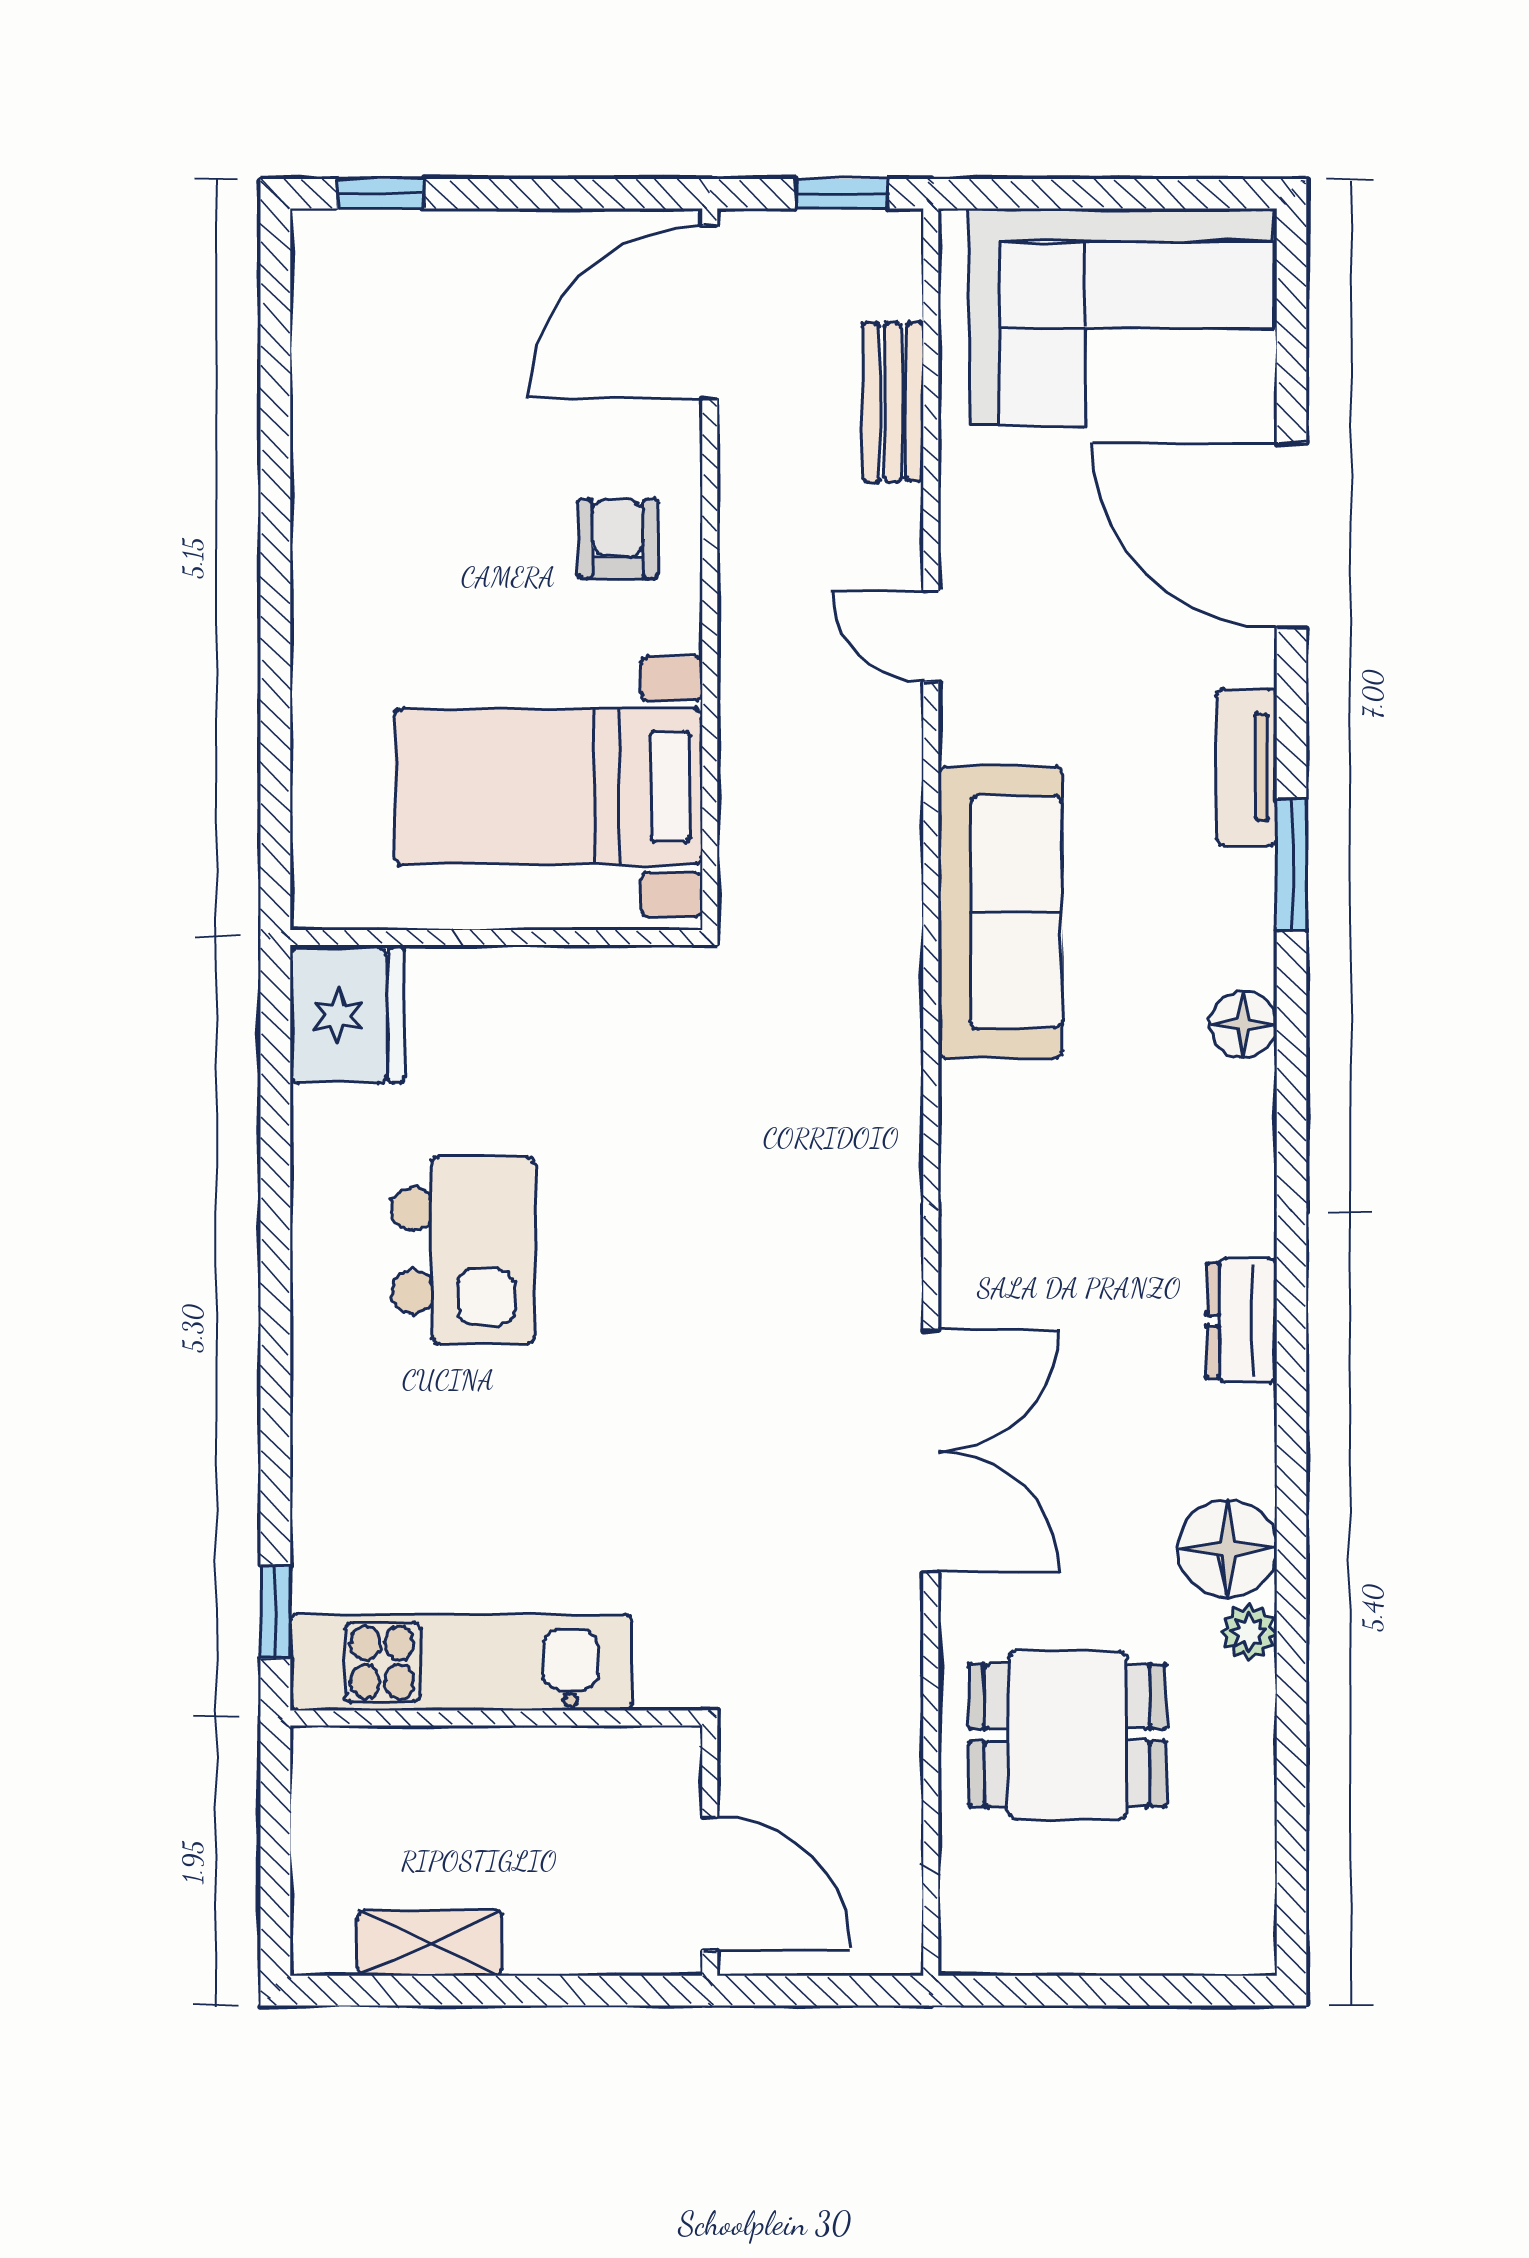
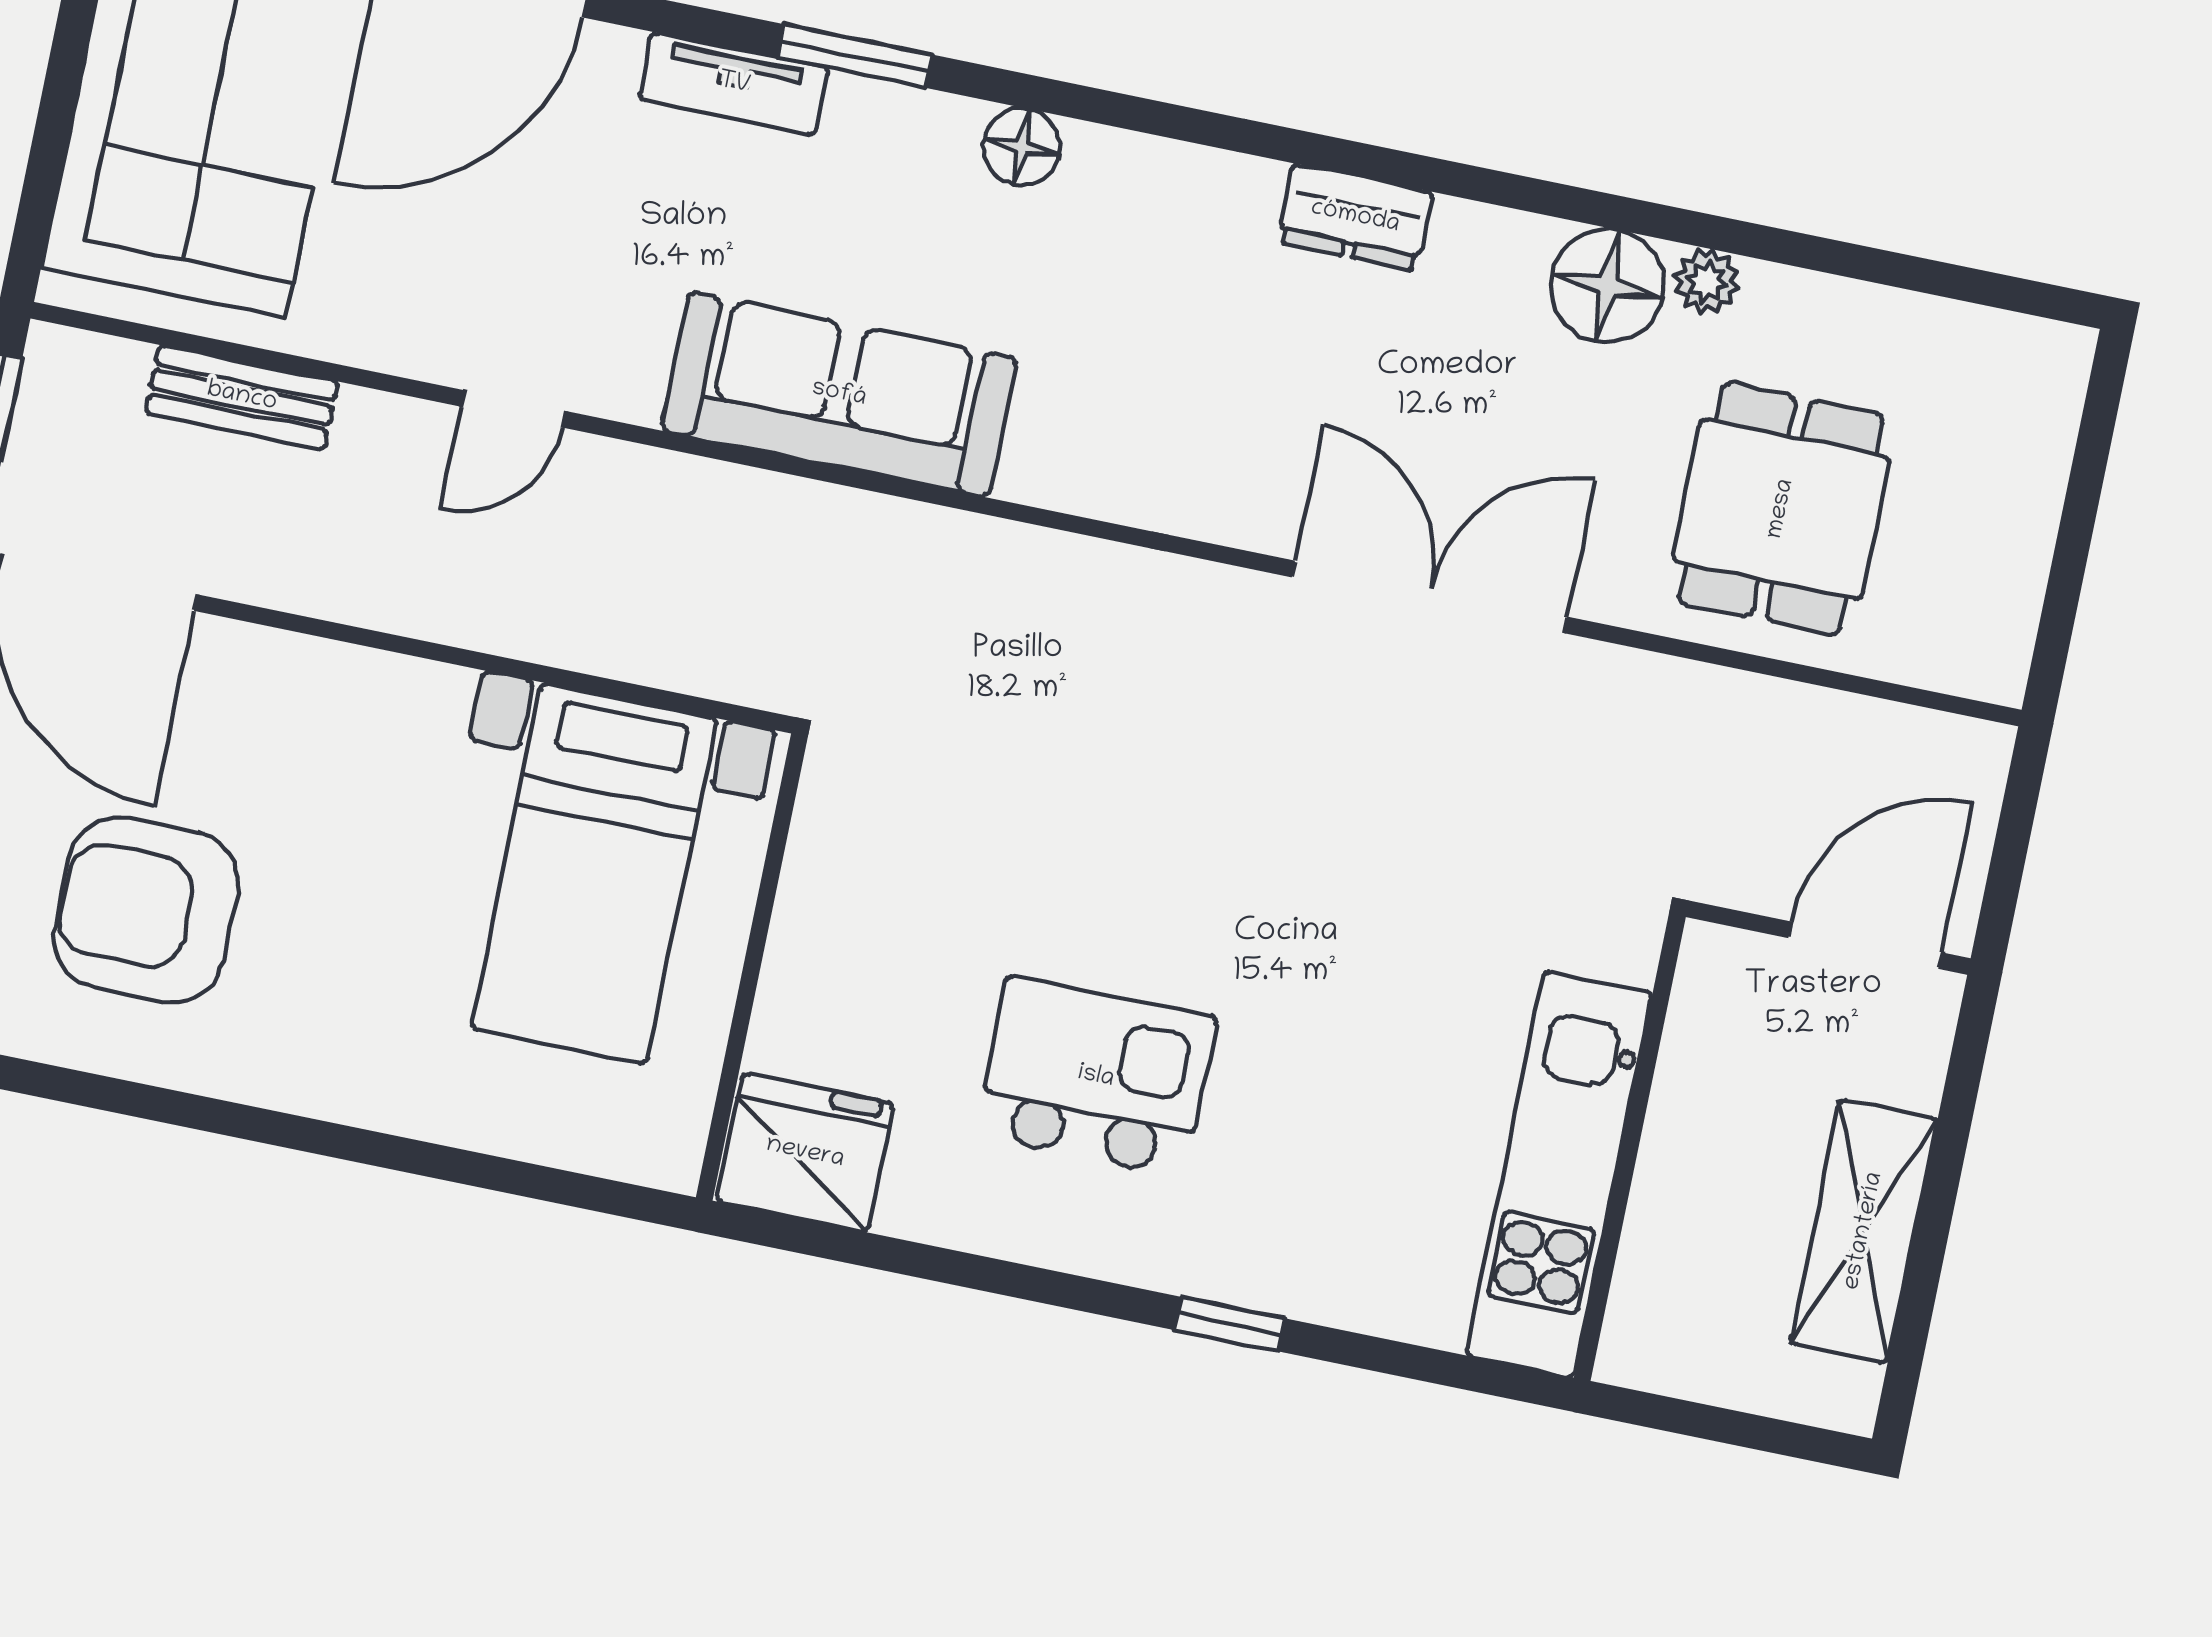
armchair: (618, 539) -> (146, 910), moved, width x1.88, depth x1.88
window: (275, 1612) -> (1230, 1324), moved
shelving: (430, 1943) -> (1864, 1231), width x1.50, depth x1.33

